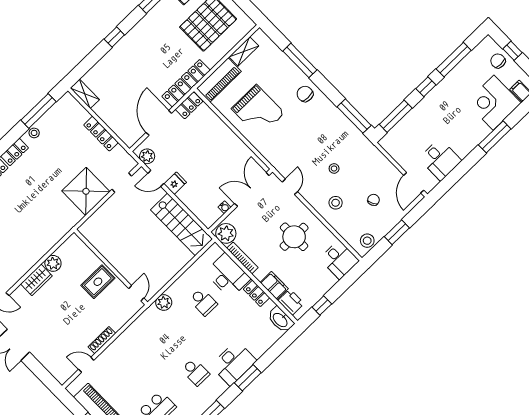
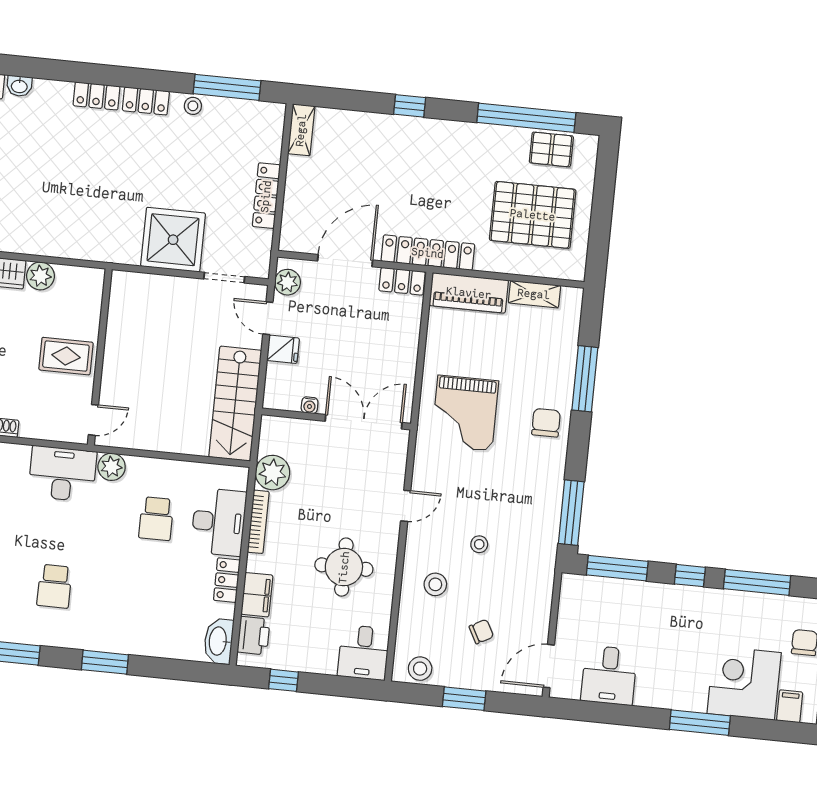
grand piano: (258, 111) -> (465, 413), moved
double door: (252, 189) -> (364, 422), moved
wall: (240, 201) -> (336, 419), moved
water cooler: (225, 207) -> (310, 405), moved
desk: (234, 363) -> (62, 474), moved, turned 180

